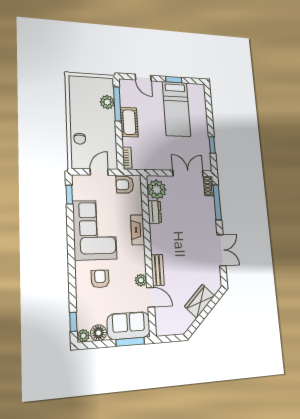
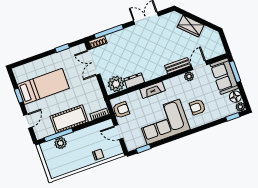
cot: (129, 122) -> (69, 119), width x1.37, depth x1.34
armchair: (125, 185) -> (121, 110), turned -90

